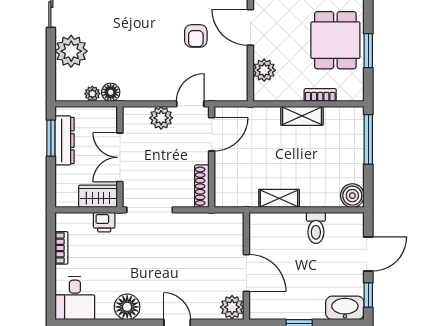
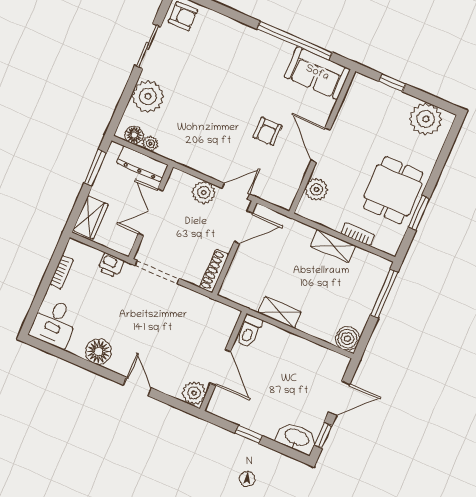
floor lamp: (111, 92) -> (134, 135), moved
dresser: (65, 140) -> (142, 164), moved, turned 90
wardrobe: (98, 196) -> (90, 217), moved, turned 90
toilet: (316, 228) -> (249, 331), moved

